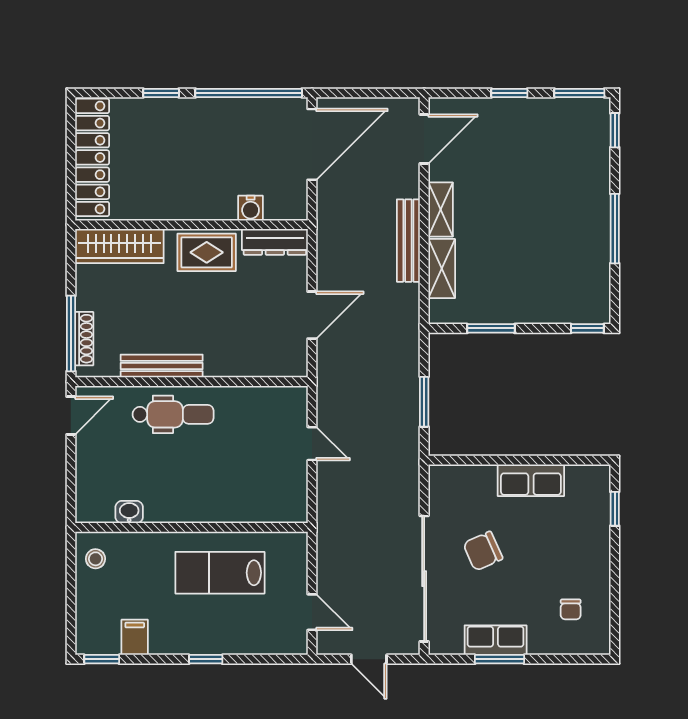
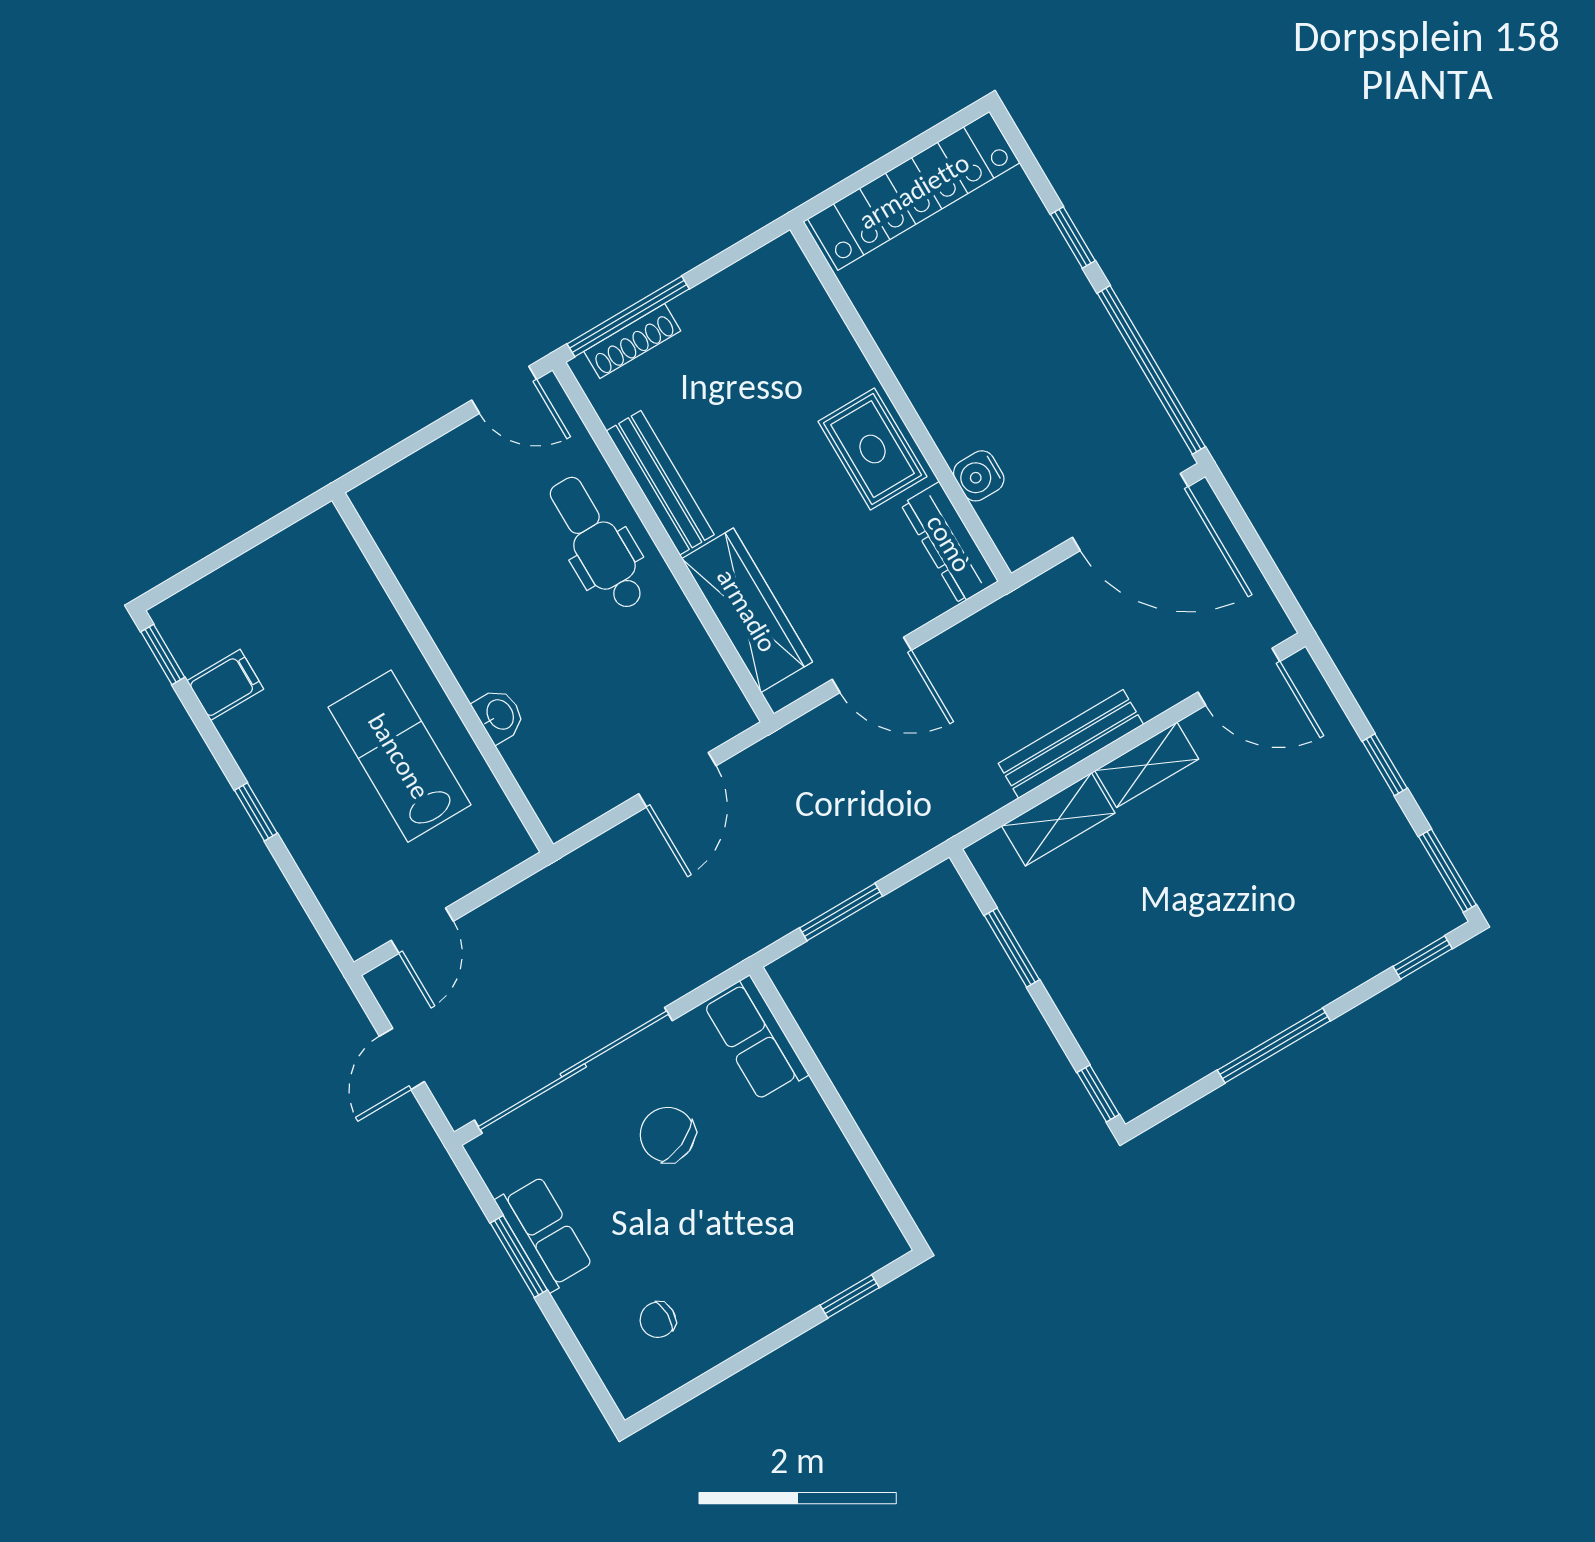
wardrobe: (119, 246) -> (747, 610), moved, turned 180
dental chair: (173, 414) -> (597, 543), turned 180
door: (312, 444) -> (677, 780), width x1.37
row of seats: (531, 480) -> (756, 1039), moved
washbasin: (129, 512) -> (499, 715), moved
stool: (95, 559) -> (309, 555), removed

